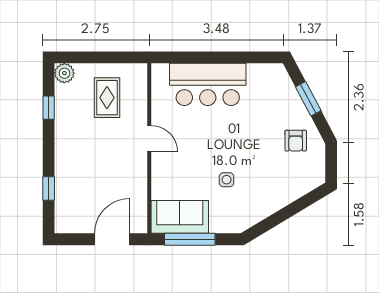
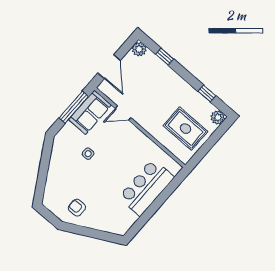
rug: (107, 98) -> (186, 129), width x1.36, depth x1.43
window: (308, 99) -> (93, 233), removed
door: (149, 139) -> (123, 113), moved
plant: (65, 223) -> (139, 49), added

